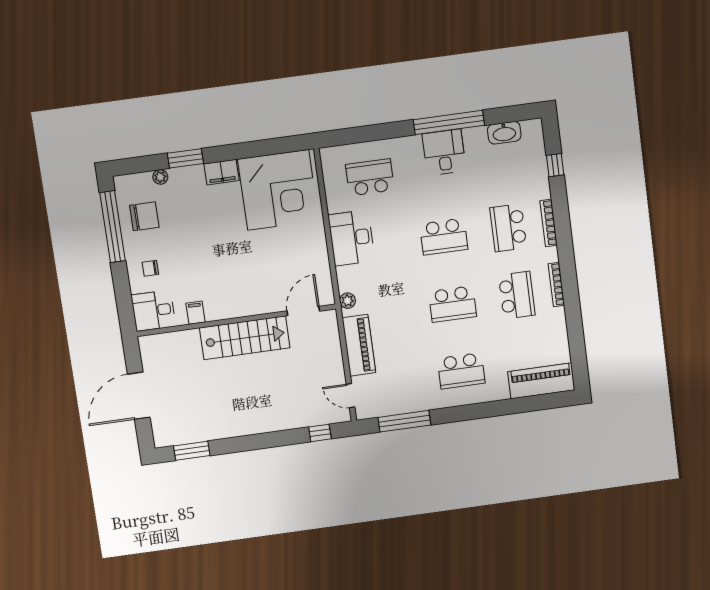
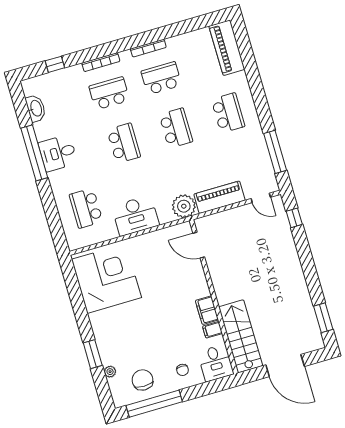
filing cabinet: (222, 172) -> (207, 310), moved, turned 180
school desk: (508, 228) -> (109, 93), turned 180
plant: (347, 301) -> (184, 206), width x1.88, depth x1.88
stairs: (245, 338) -> (241, 336), moved
door: (351, 396) -> (261, 198), hinge flipped

